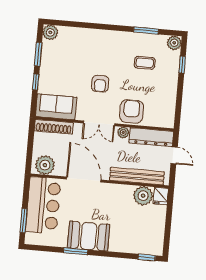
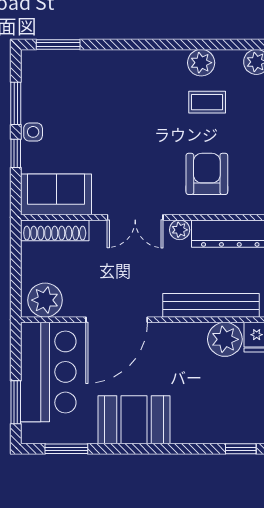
window: (146, 30) -> (58, 44), moved
plant: (50, 32) -> (201, 63), moved
side table: (46, 71) -> (33, 132), added
armchair: (100, 84) -> (131, 146), removed
armchair: (132, 111) -> (207, 174), moved
door: (84, 179) -> (117, 320), swing flipped
window: (76, 251) -> (66, 449), moved

